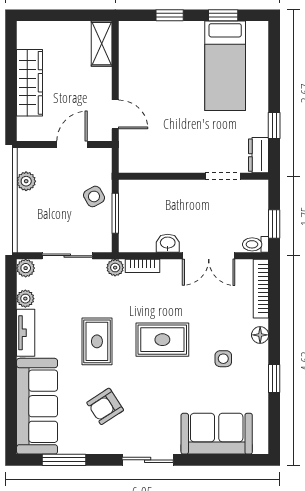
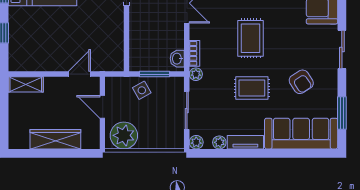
plant: (26, 181) -> (124, 135), width x1.87, depth x1.87
washbasin: (168, 243) -> (177, 59), moved

